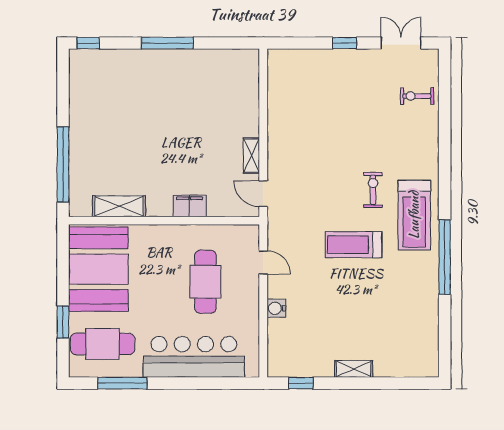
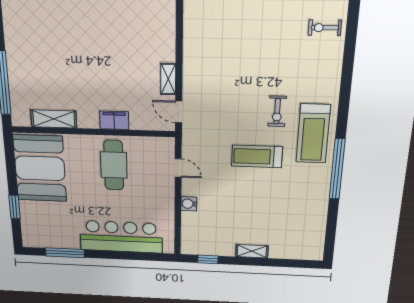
exercise bike: (373, 190) -> (277, 111), turned 180
cafe table: (205, 282) -> (114, 165), moved
cafe table: (103, 344) -> (47, 224), removed

